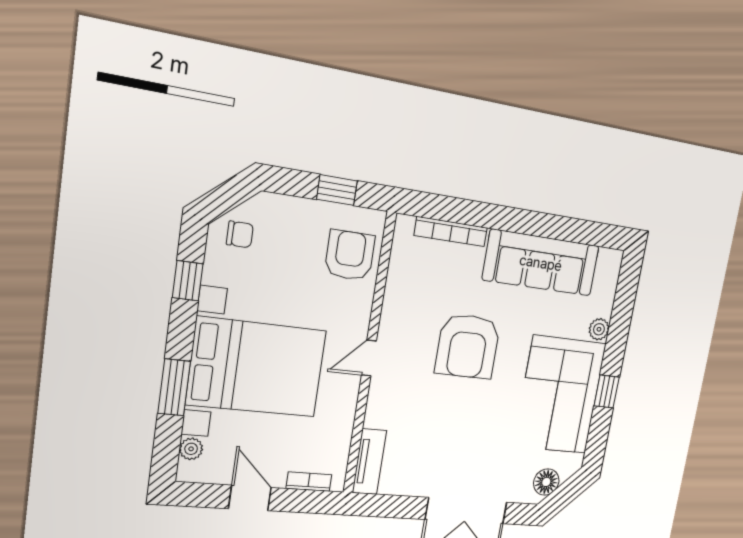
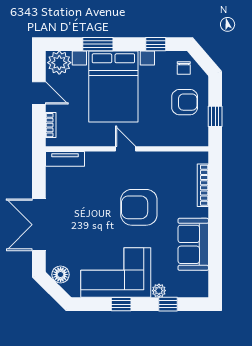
armchair: (350, 255) -> (185, 102), moved
sofa: (541, 263) -> (193, 244), width x0.73
window: (621, 317) -> (168, 304), added
plant: (191, 449) -> (59, 63), width x1.87, depth x1.87
door: (250, 498) -> (39, 93), hinge flipped

